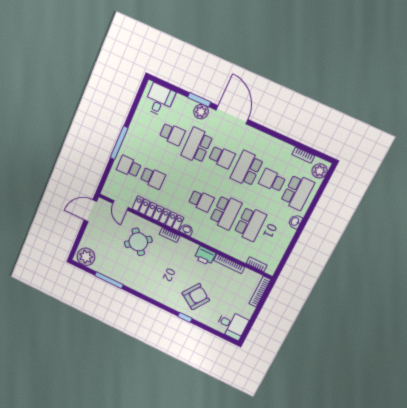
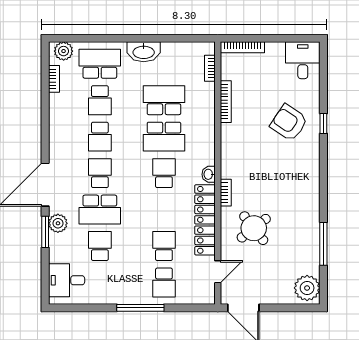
school desk: (247, 169) -> (100, 137), width x0.54
school desk: (226, 212) -> (164, 137), turned 180
washbasin: (295, 222) -> (144, 52), width x1.91, depth x1.45
printer: (205, 256) -> (230, 136), removed

